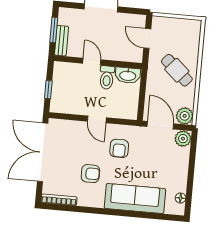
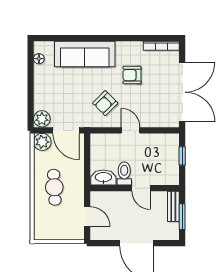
cafe table: (177, 70) -> (54, 187), turned 45
armchair: (119, 148) -> (105, 103), turned -135

